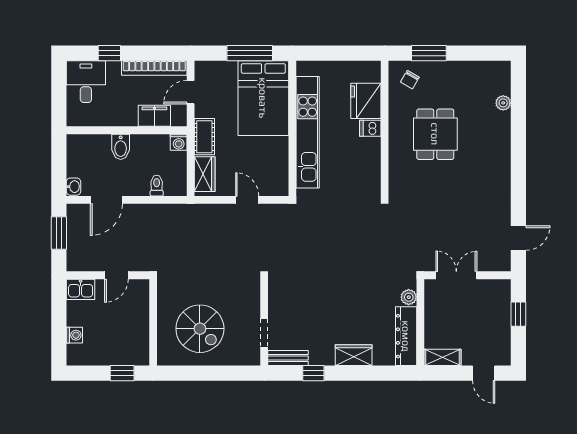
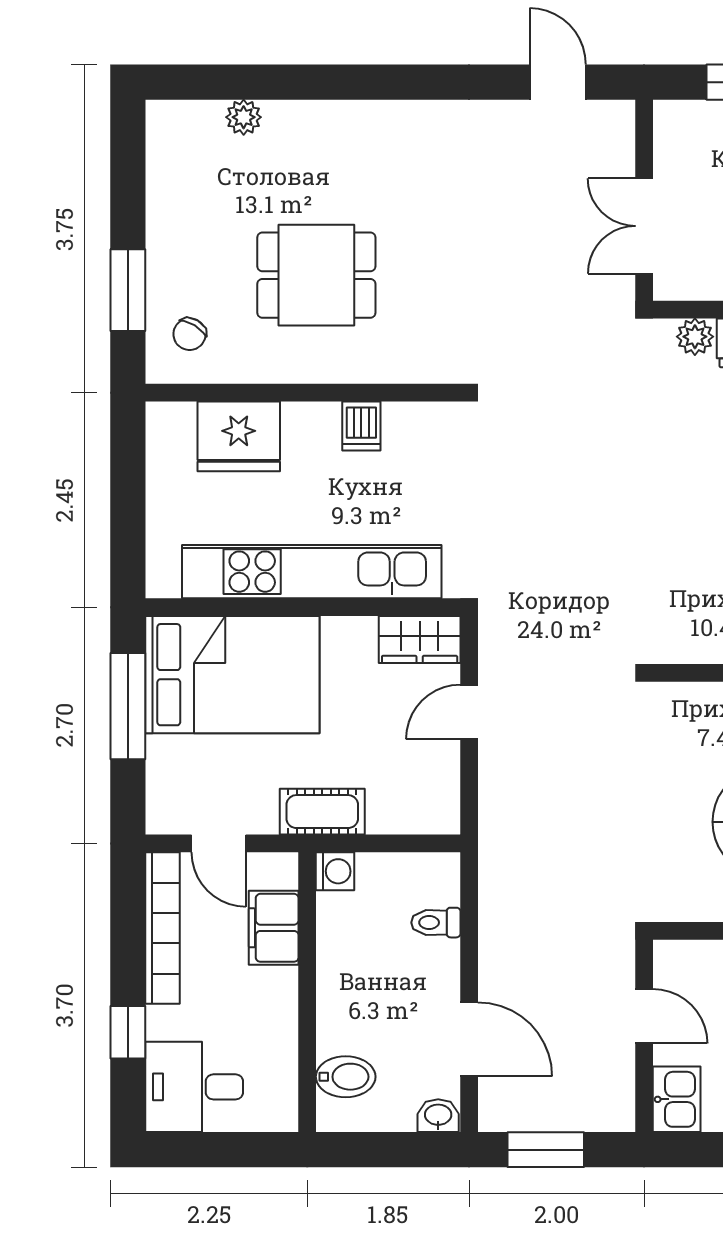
chair: (410, 80) -> (190, 334), turned 91
dishwasher: (370, 128) -> (361, 426), moved
bidet: (121, 147) -> (346, 1077), moved
wardrobe: (205, 174) -> (420, 640), moved, turned 180

